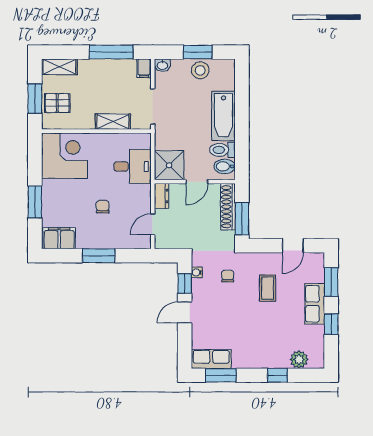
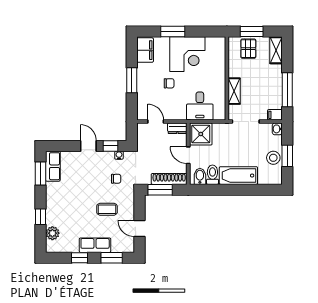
corner desk: (65, 156) -> (187, 54), moved

